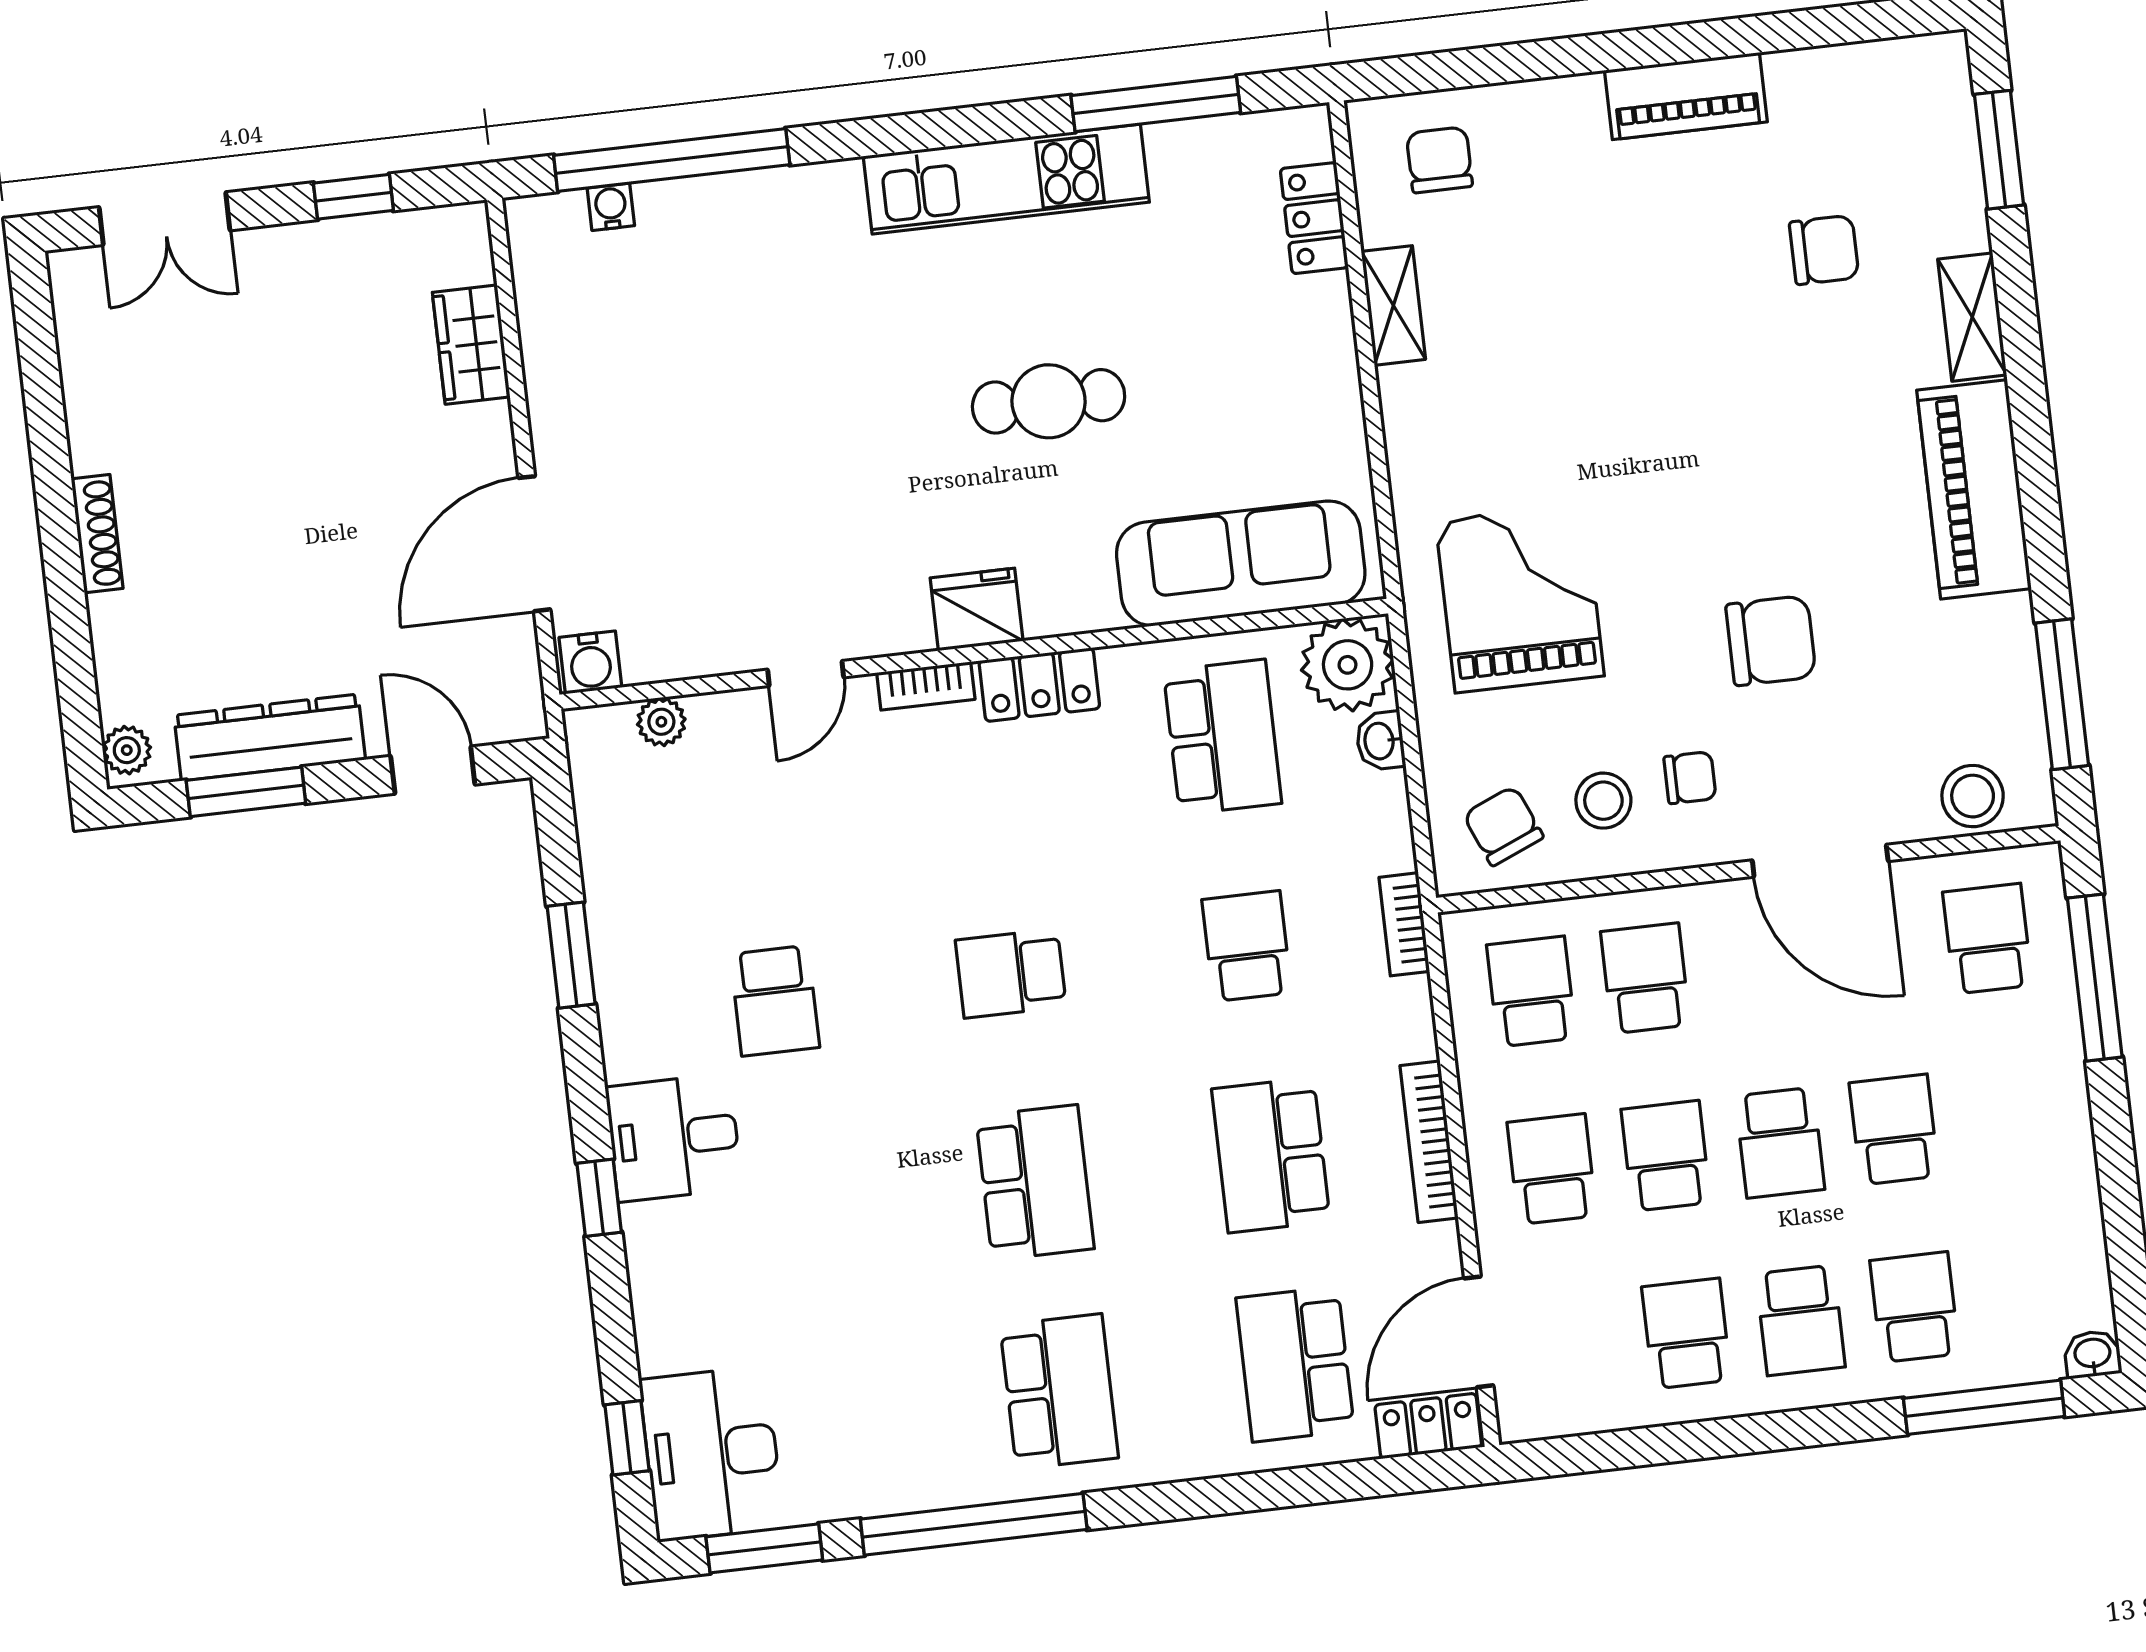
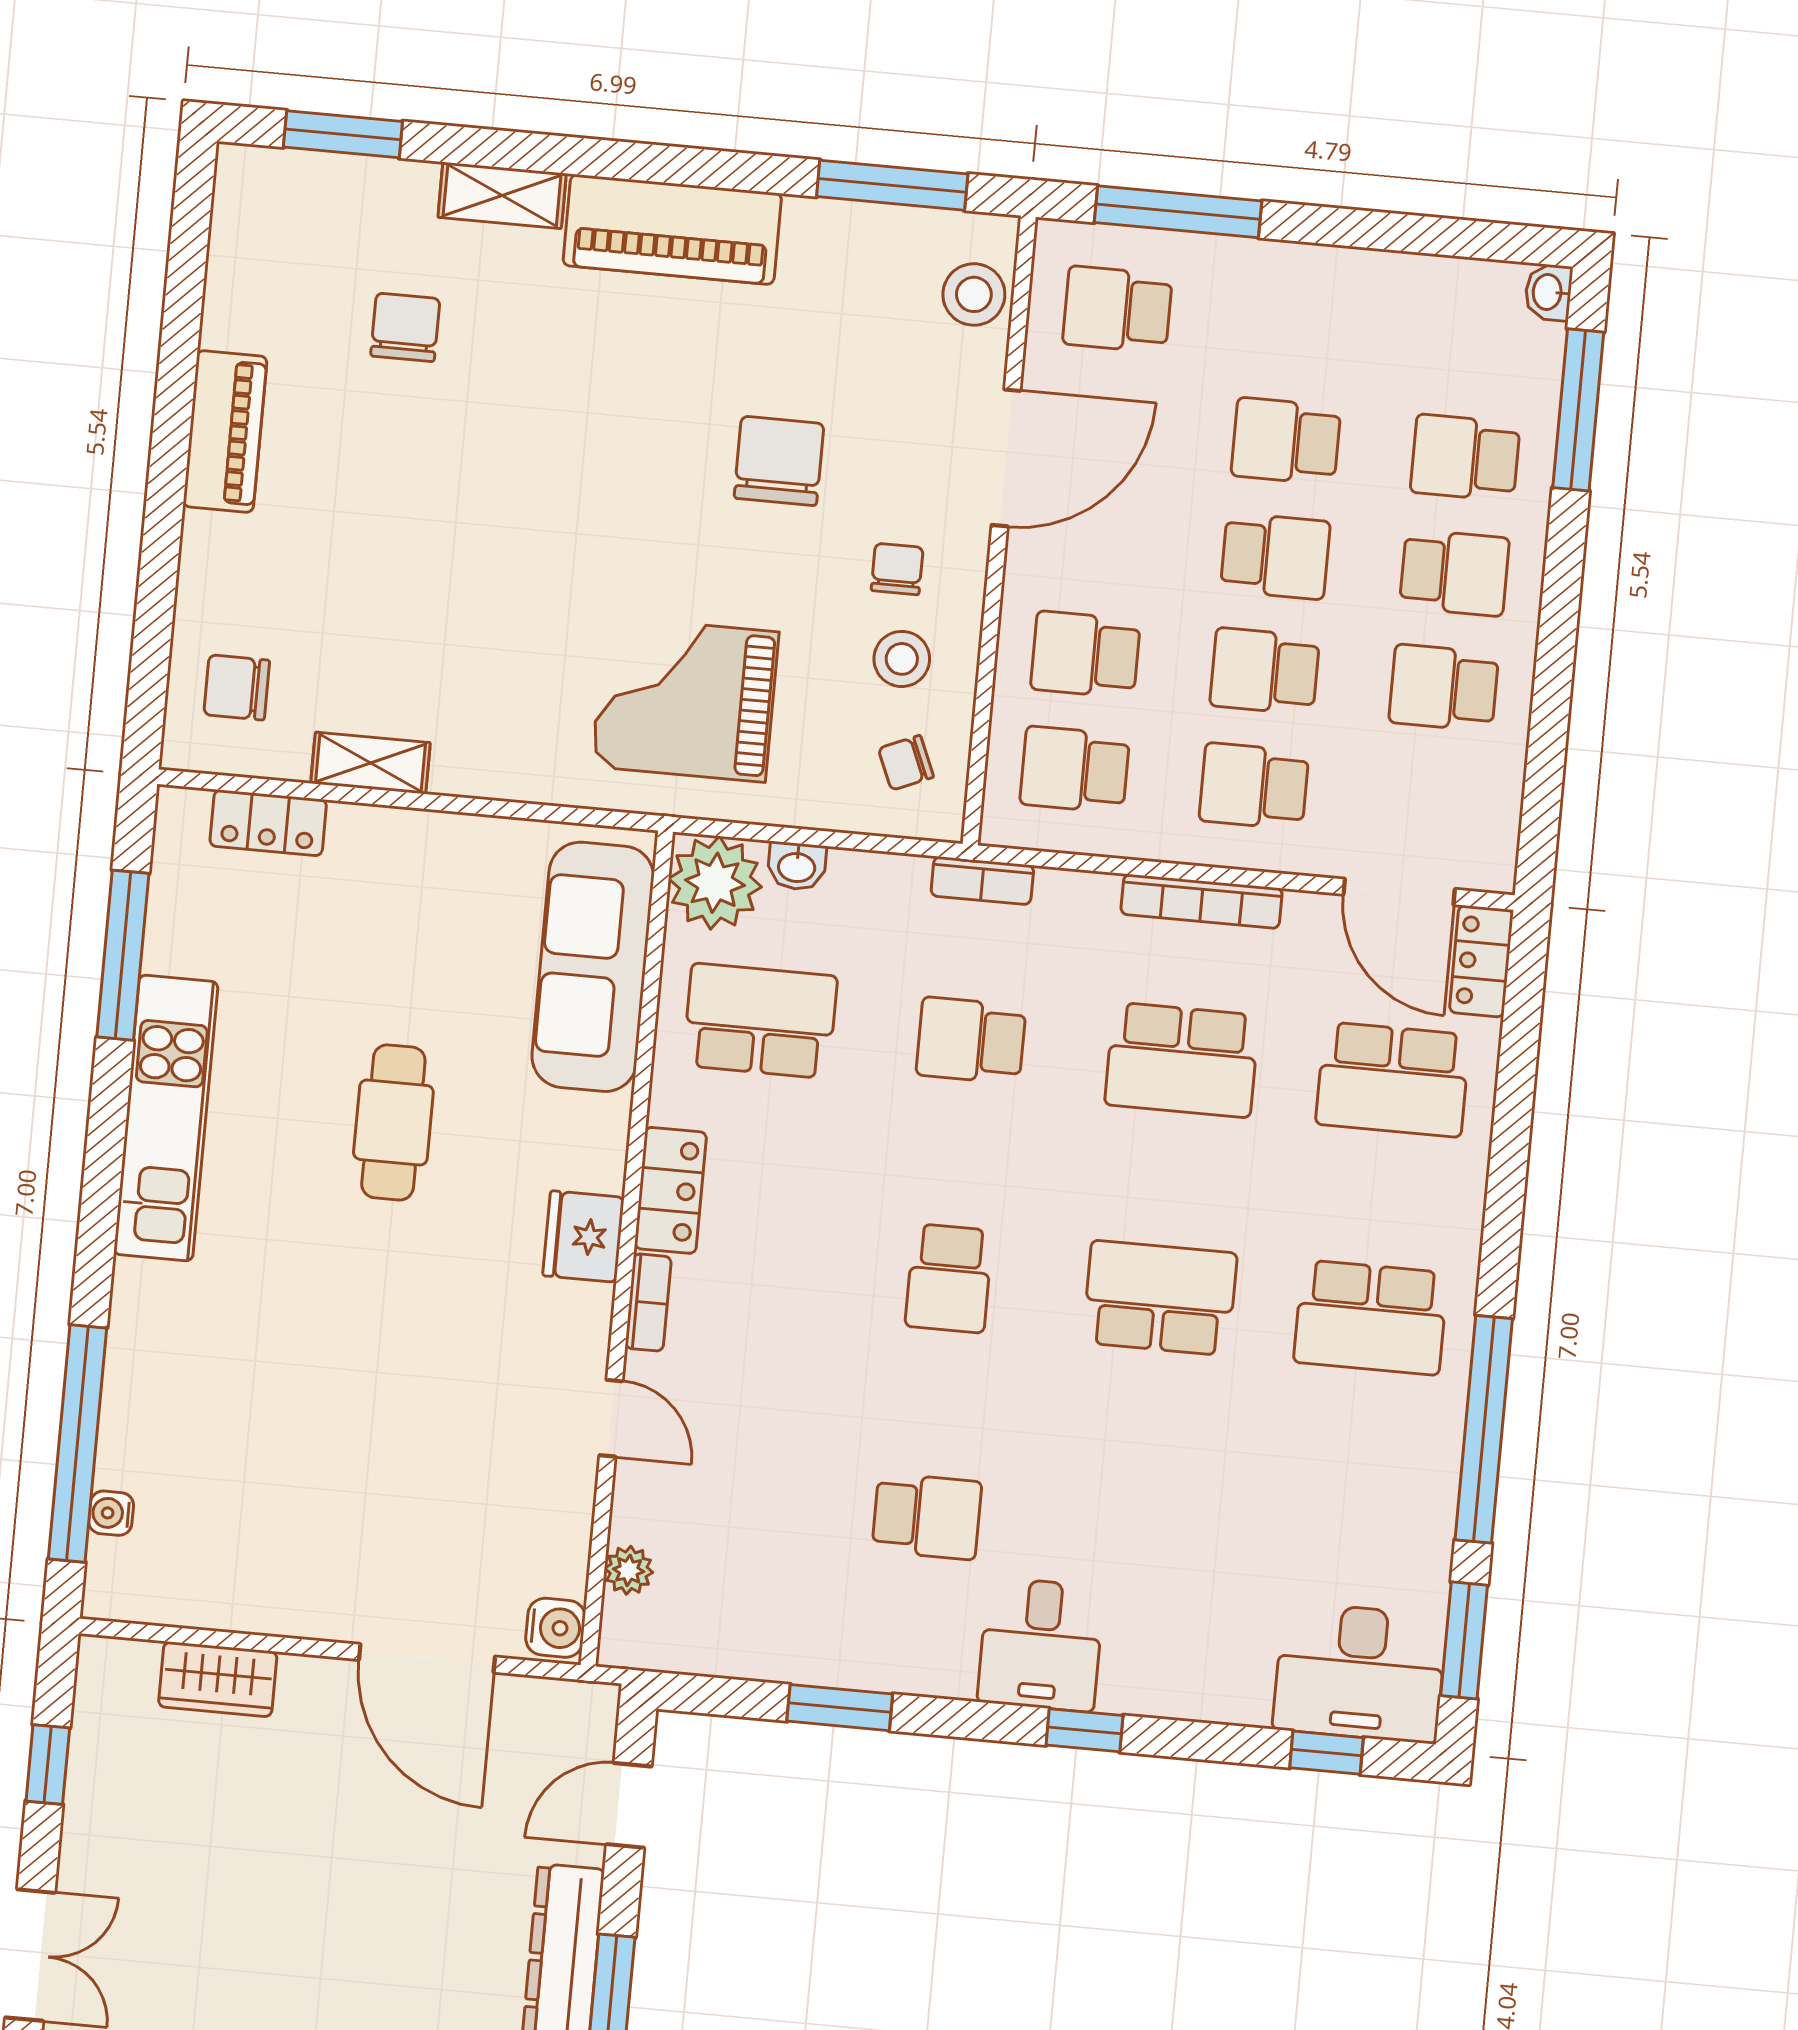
chair: (1503, 826) -> (906, 763), width x0.73, depth x0.73
school desk: (1059, 1392) -> (1371, 1318), turned 180

